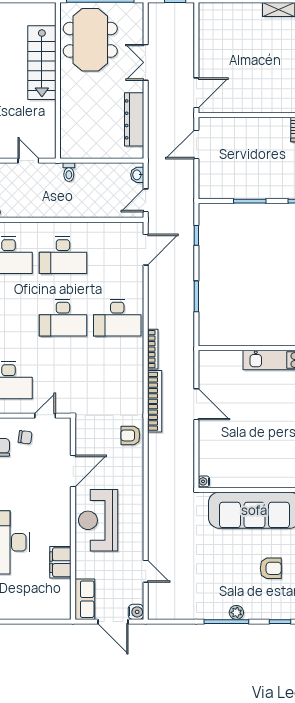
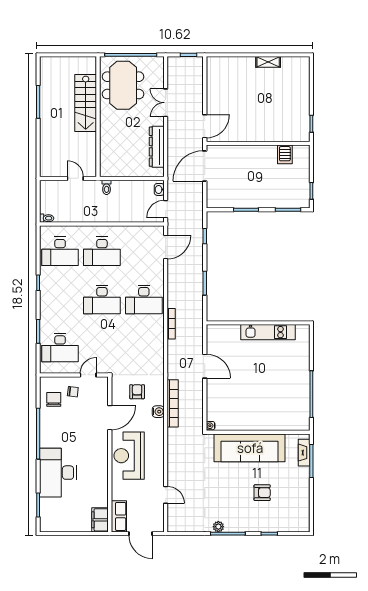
door: (196, 144) -> (205, 166), width x1.36
bookcase: (155, 401) -> (173, 403), moved
armchair: (130, 435) -> (137, 392), moved, turned 90
filing cabinet: (60, 562) -> (100, 520), moved
water cooler: (136, 612) -> (158, 412), moved
plant: (236, 612) -> (218, 527), moved

